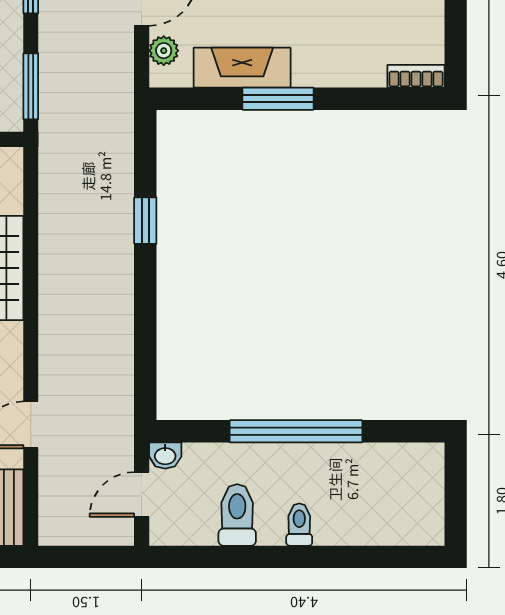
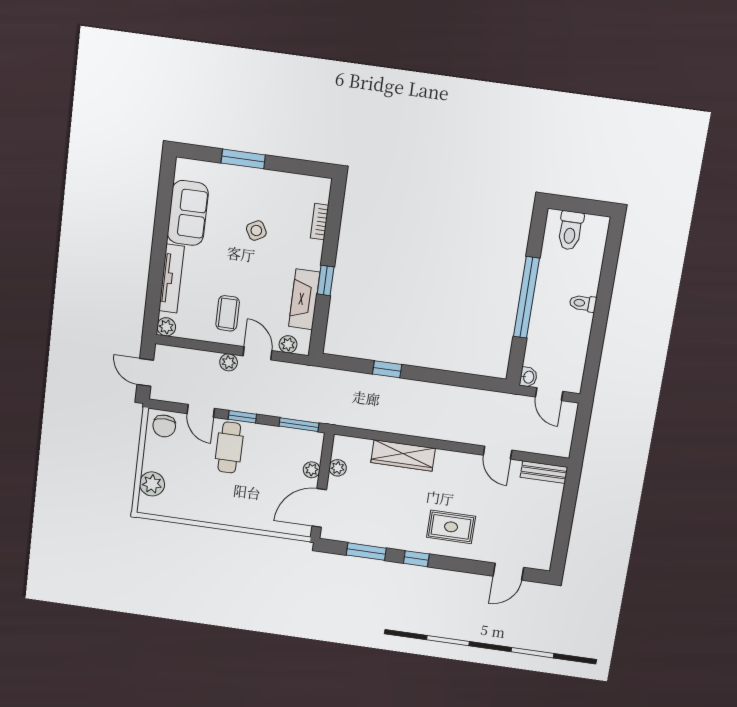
bookcase: (416, 76) -> (320, 222), moved
window: (278, 99) -> (326, 280), width x0.67
toilet: (237, 515) -> (570, 230), moved, turned -90

